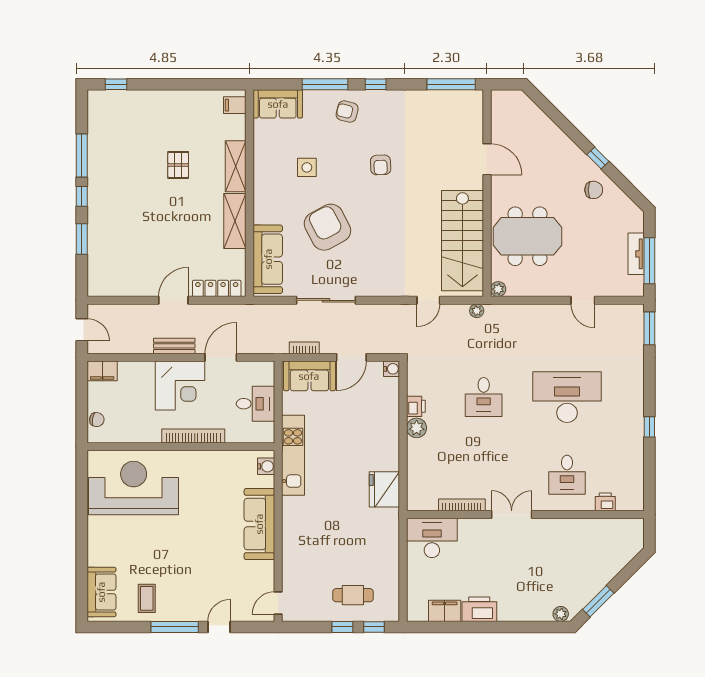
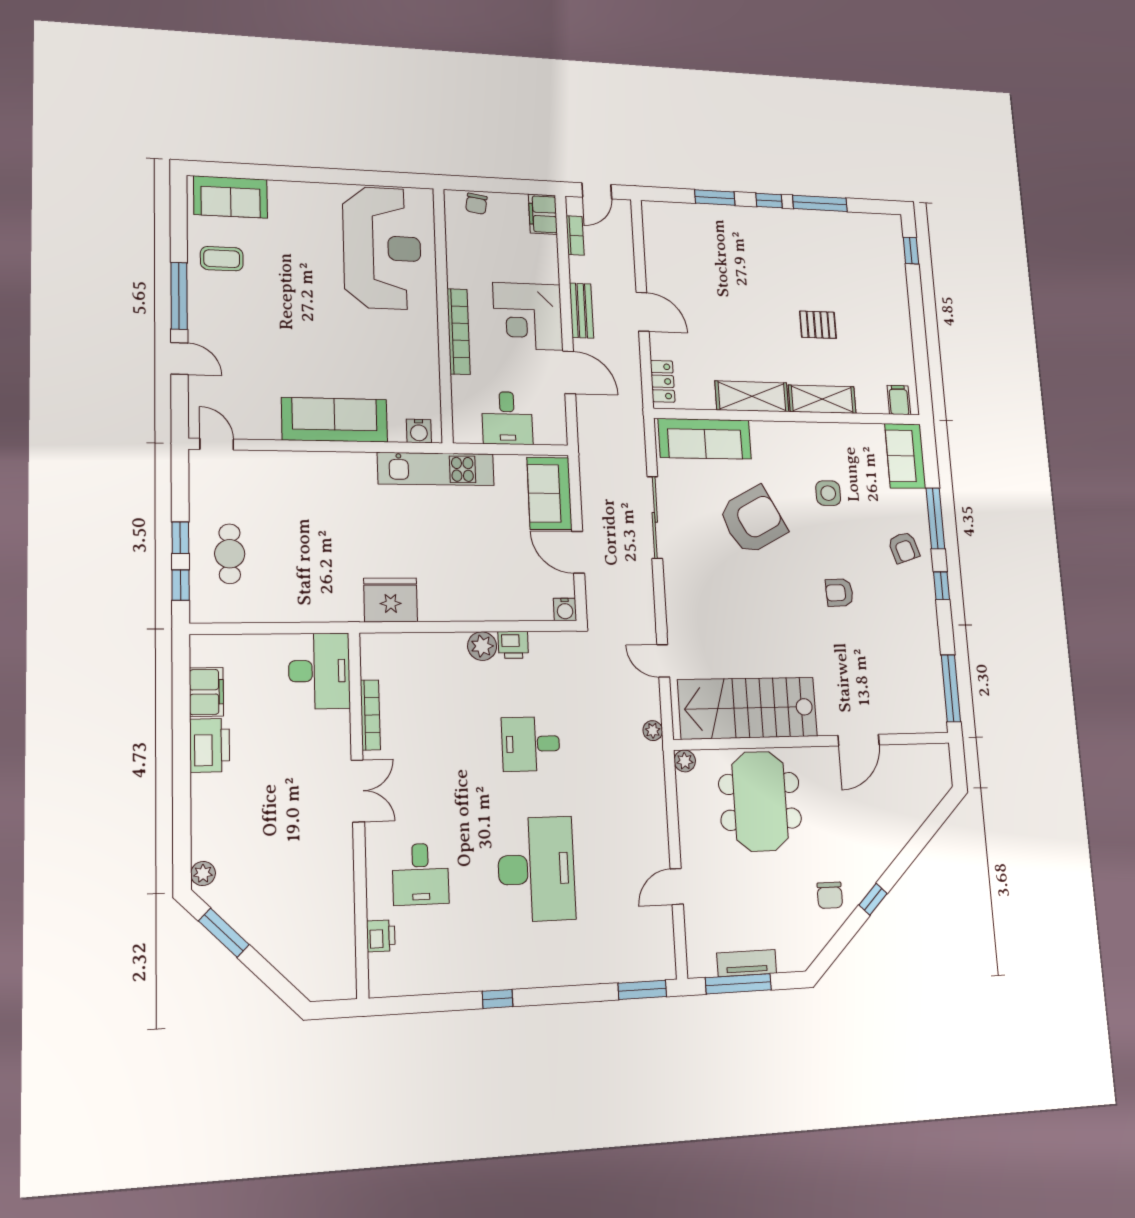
armchair: (347, 112) -> (904, 547), turned 148
locker: (217, 288) -> (663, 381), width x0.66
bookcase: (304, 348) -> (575, 235), moved
desk: (567, 475) -> (421, 874), turned -90

